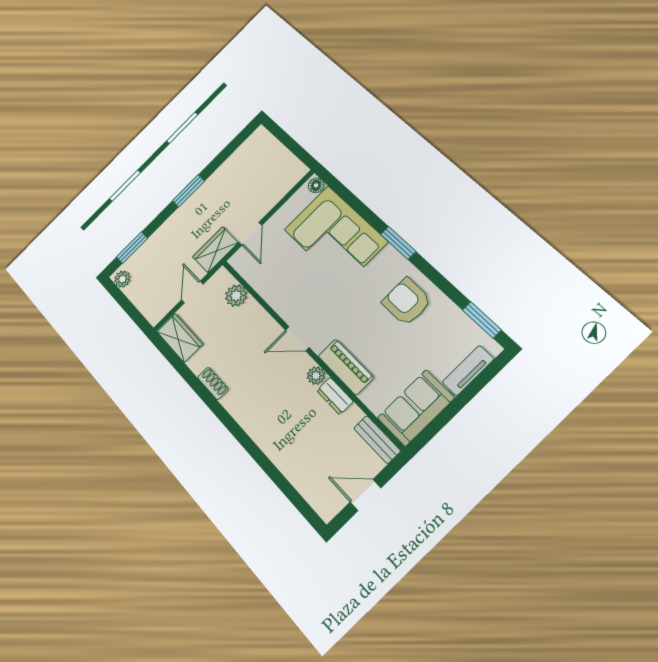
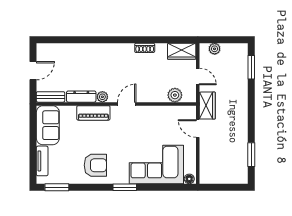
window: (188, 191) -> (251, 155), moved
plant: (122, 279) -> (215, 49), moved
dresser: (335, 396) -> (81, 97), width x1.44

